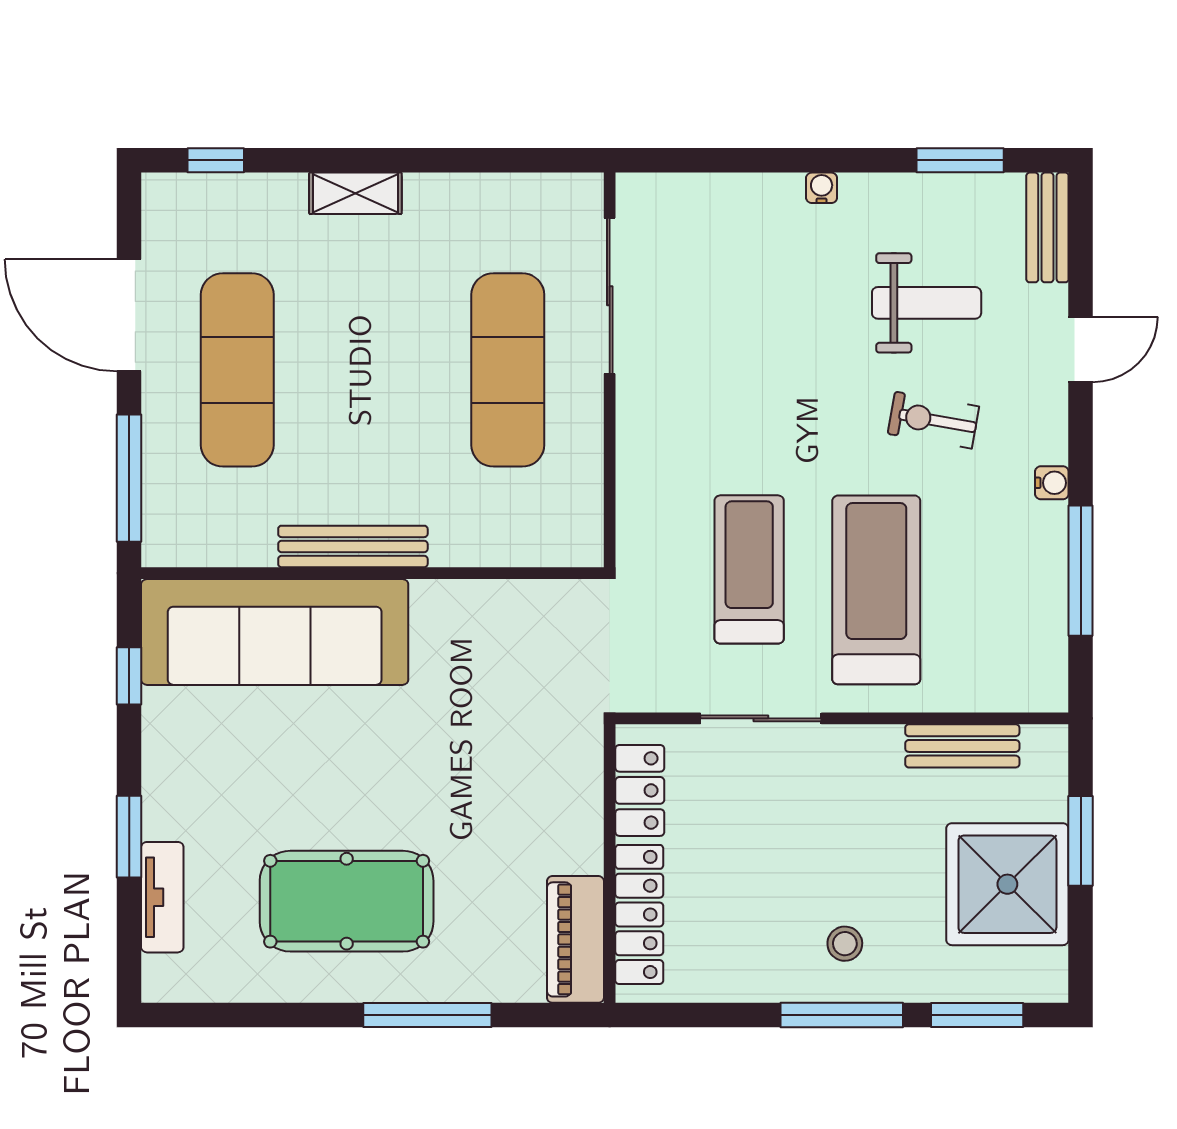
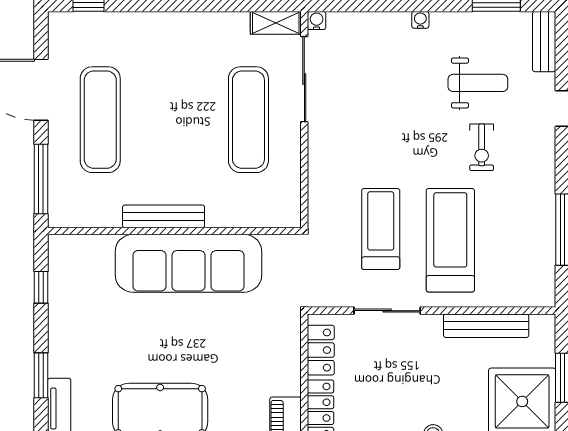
shelving: (355, 193) -> (276, 23), moved
exercise bike: (933, 420) -> (482, 147), turned -100
water cooler: (1052, 483) -> (317, 21), moved, turned -90
sofa: (275, 632) -> (188, 263), moved
bench: (962, 746) -> (486, 326), width x1.36

